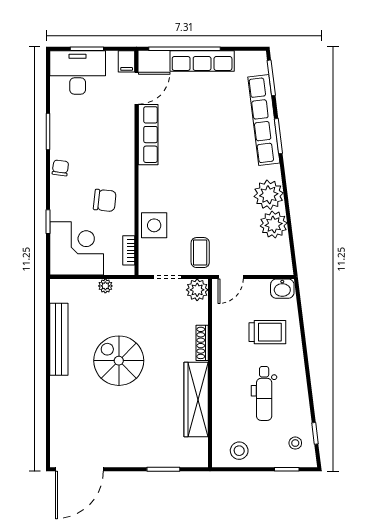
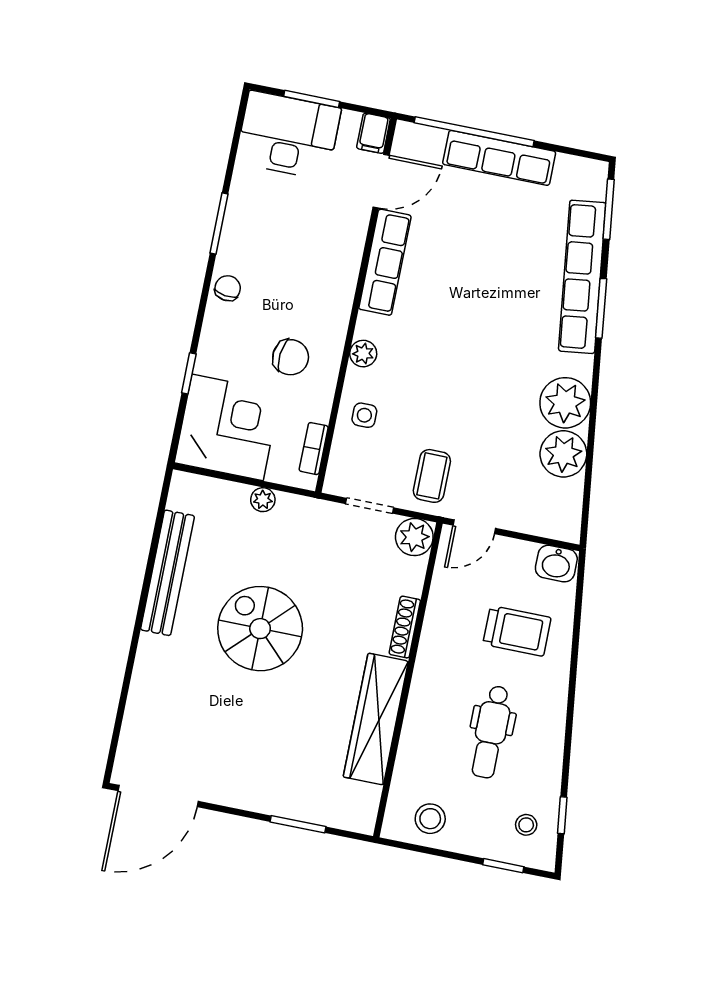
plant: (146, 190) -> (363, 354), added
side table: (154, 225) -> (364, 415), width x0.54, depth x0.54

